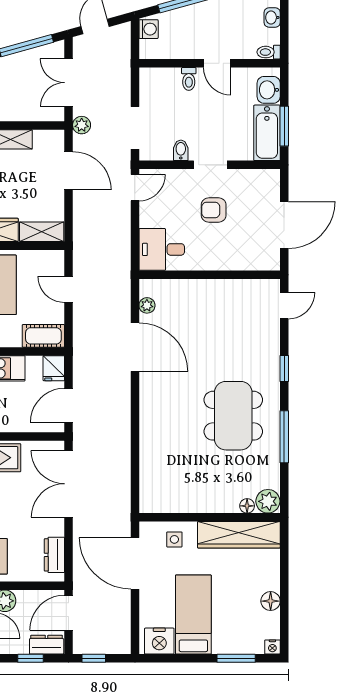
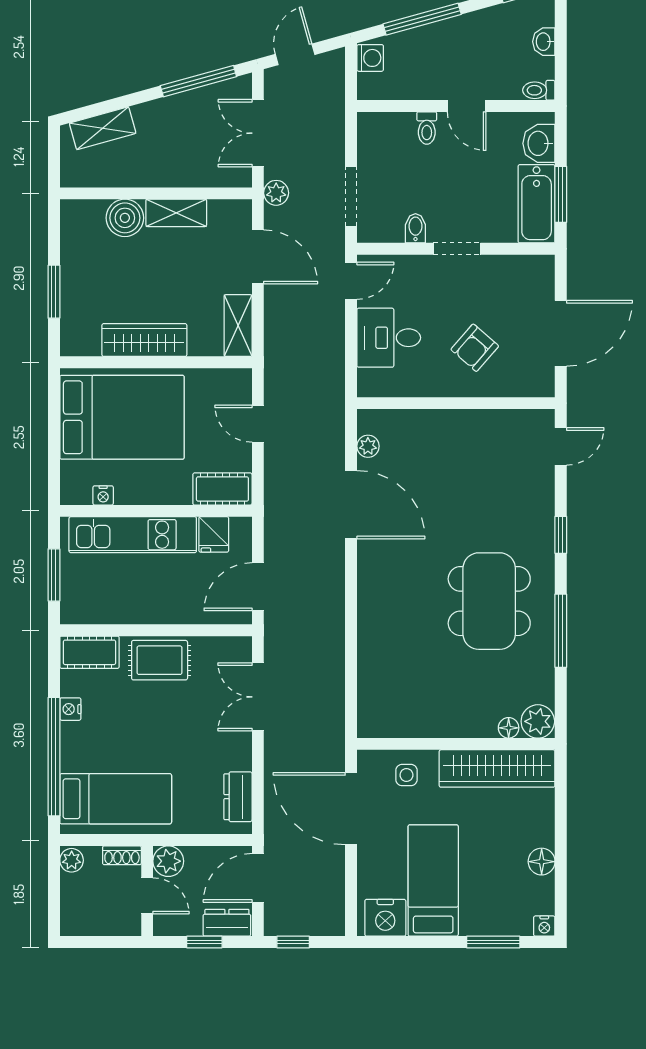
armchair: (214, 210) -> (475, 348), moved, turned -49
shelving: (42, 232) -> (238, 326), moved, turned 90
desk: (162, 249) -> (389, 338), moved
fridge: (54, 368) -> (214, 534), moved
double door: (69, 484) -> (258, 697), width x0.73

